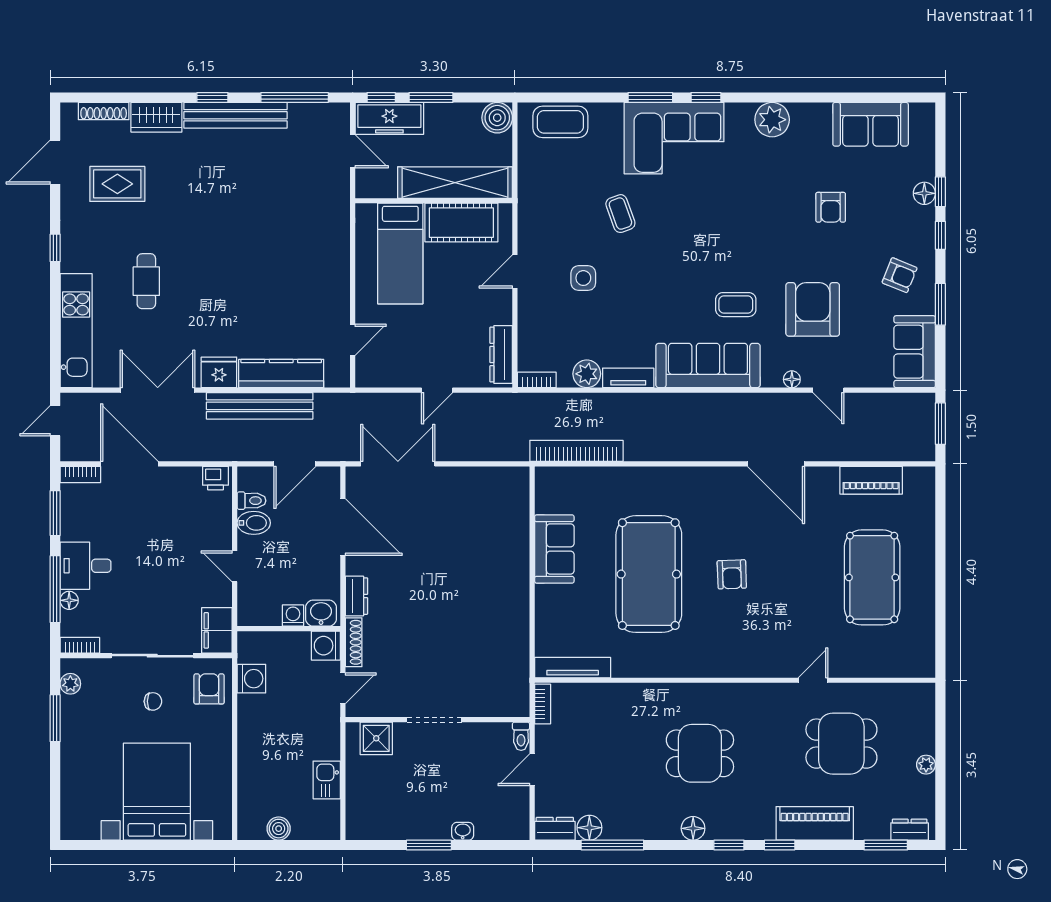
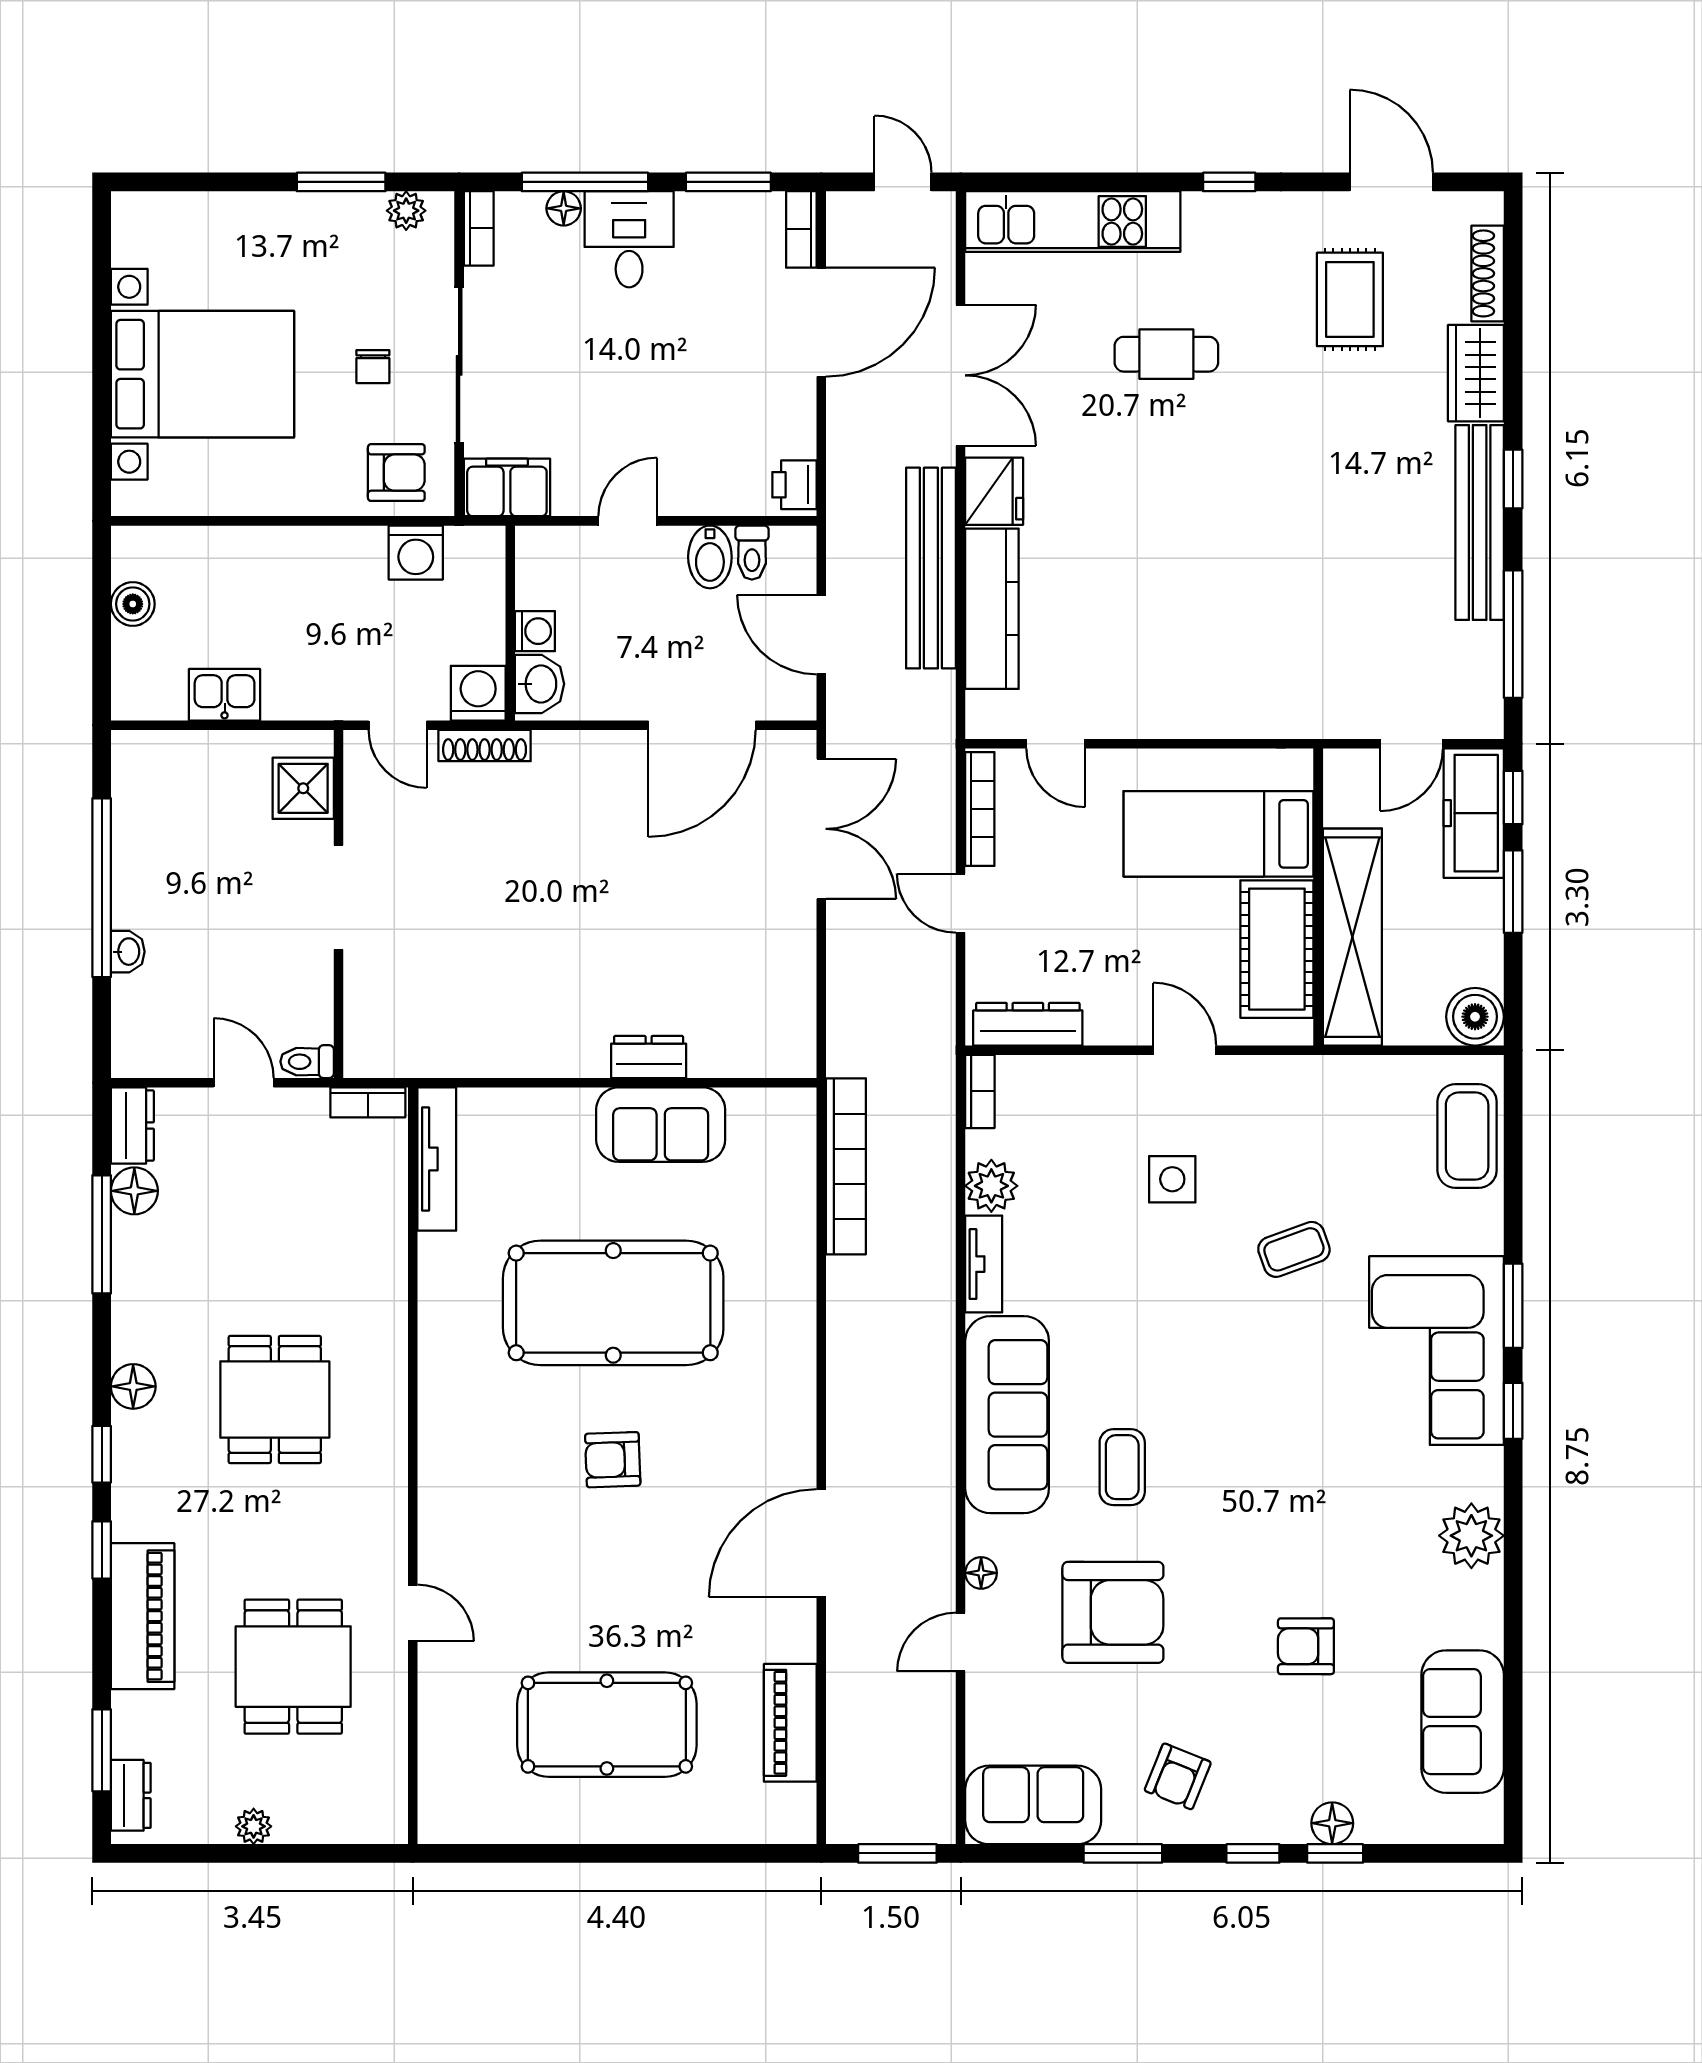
bookcase: (387, 380) -> (980, 809), added
dresser: (356, 596) -> (649, 1057), moved, turned 180
window: (429, 845) -> (102, 888), width x2.11

